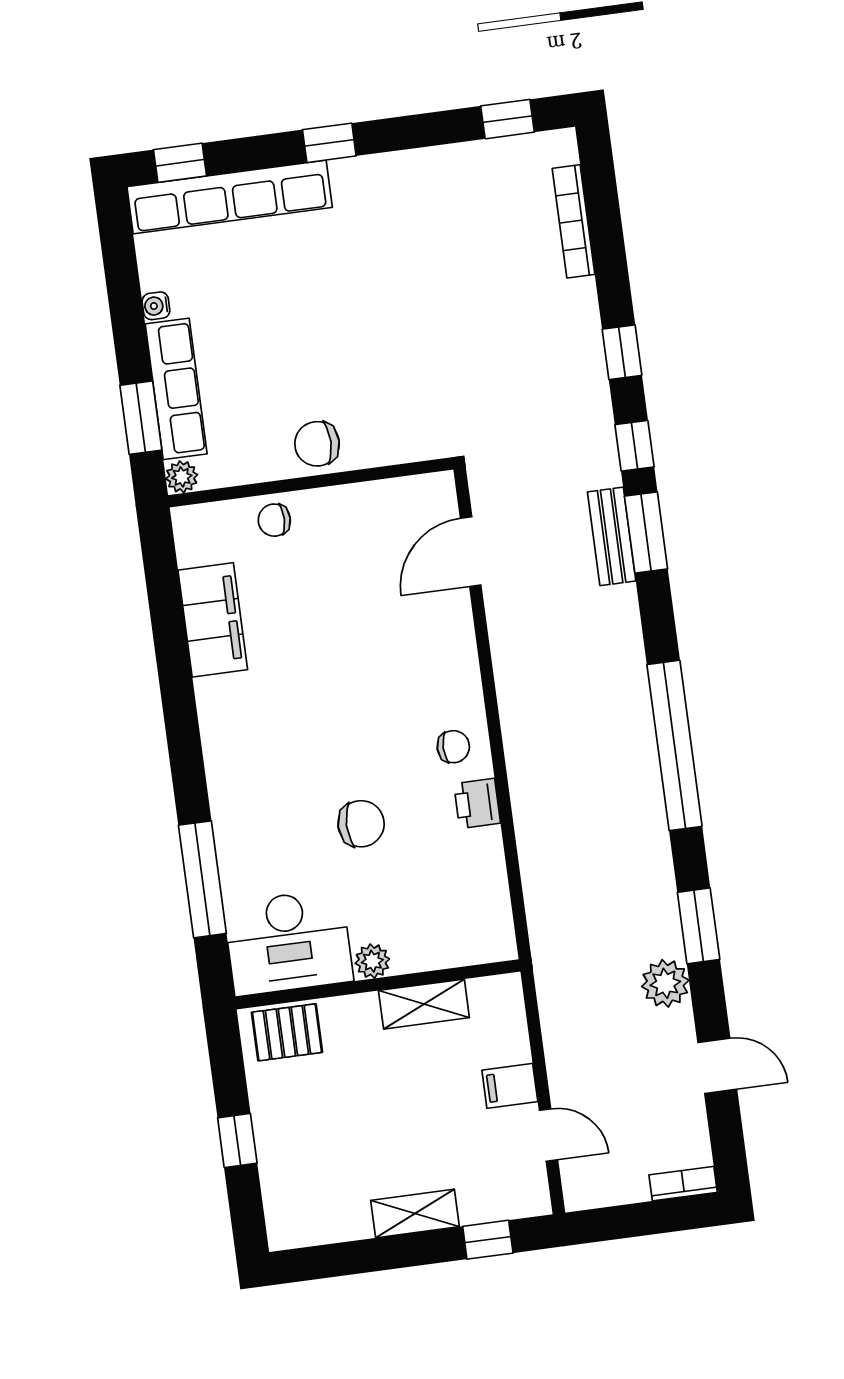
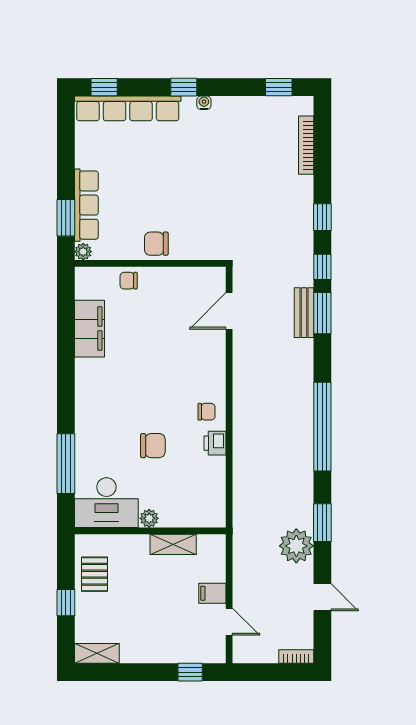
water cooler: (156, 306) -> (204, 103), moved, turned 90
plant: (665, 983) -> (296, 546), width x1.36, depth x1.36
pallet: (287, 1032) -> (95, 574), moved, turned 90
shelving: (415, 1213) -> (97, 653), moved

